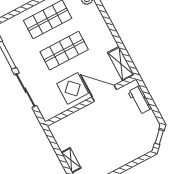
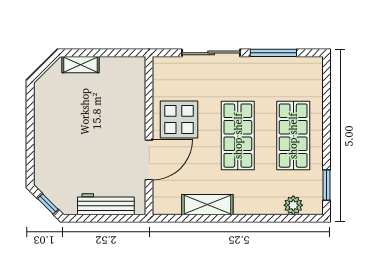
shelving: (121, 64) -> (207, 205), moved
workbench: (140, 100) -> (106, 204), width x1.38

